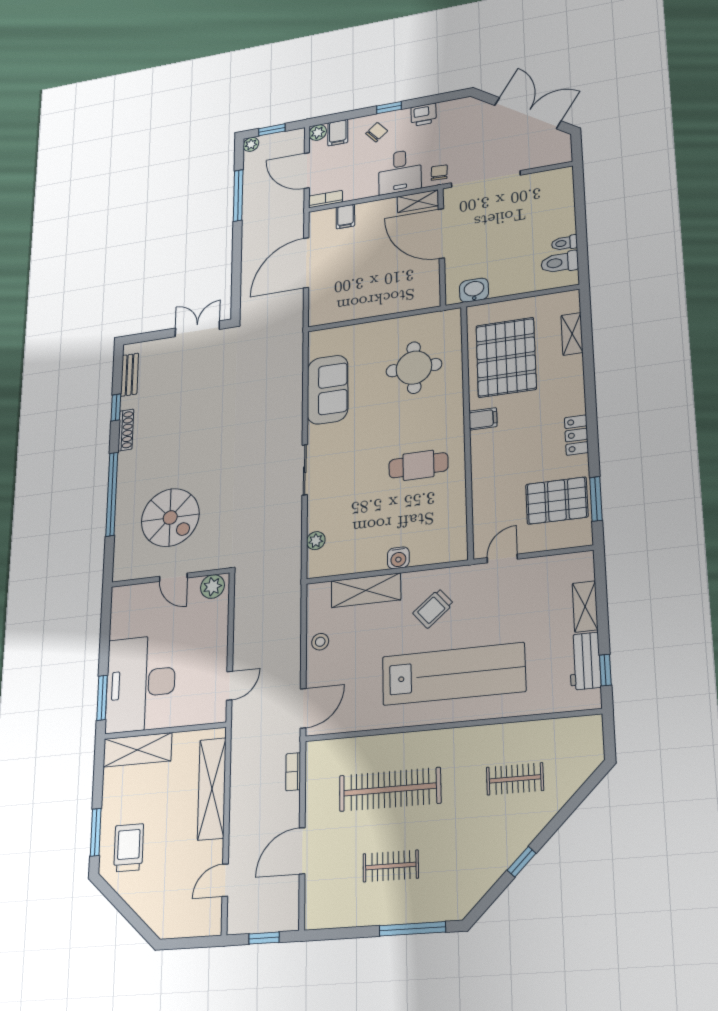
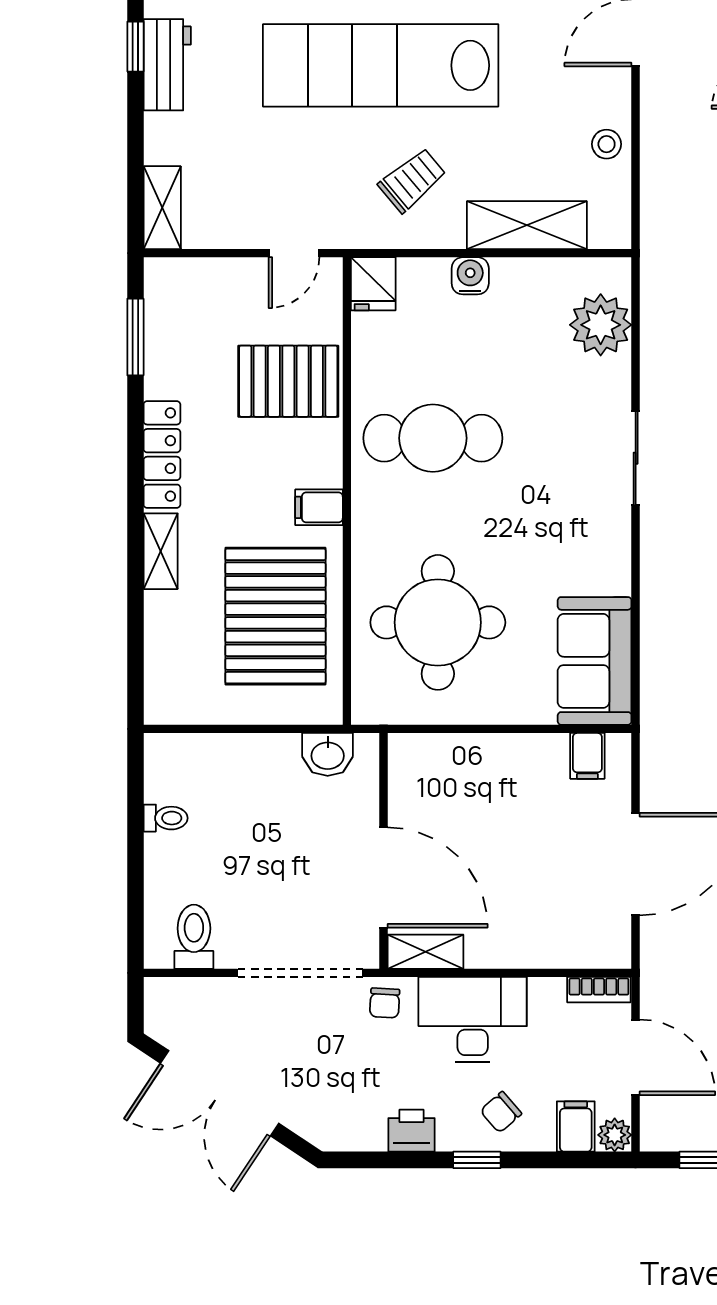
desk: (400, 172) -> (473, 1019), width x1.37
filing cabinet: (345, 217) -> (587, 756), moved, turned 180
toilet: (560, 262) -> (194, 937), moved, turned -90
shelving: (572, 334) -> (161, 551), moved
round table: (414, 368) -> (438, 622), width x1.36, depth x1.36
sofa: (328, 390) -> (595, 661), moved
locker: (576, 435) -> (162, 455), width x1.53
cafe table: (418, 465) -> (433, 438), width x1.37, depth x1.35
pallet: (557, 501) -> (288, 381), moved
plant: (316, 541) -> (601, 325), width x1.88, depth x1.88
fridge: (455, 547) -> (373, 284), added
shelving: (585, 607) -> (162, 208), moved

